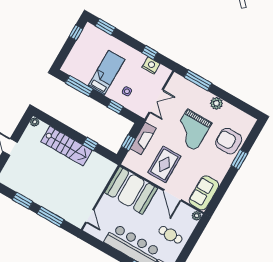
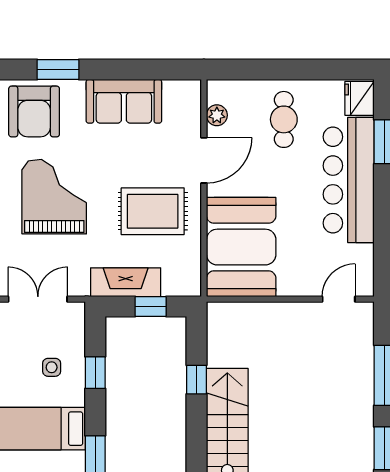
grand piano: (192, 130) -> (54, 197), turned -90
sofa: (204, 193) -> (124, 101), moved
plant: (197, 216) -> (217, 115), moved

